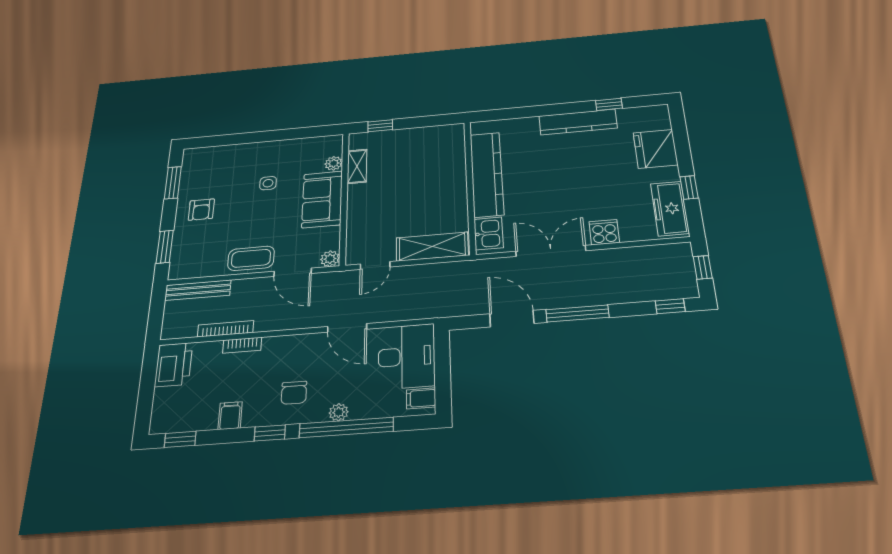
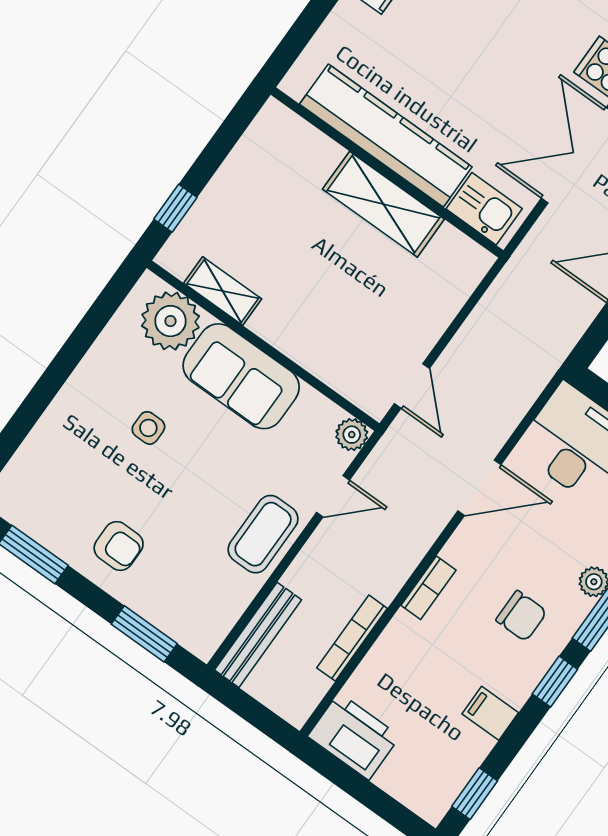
plant: (334, 163) -> (170, 321), width x1.87, depth x1.87
shelving: (432, 247) -> (383, 204), moved, turned 90
door: (293, 272) -> (333, 496), width x0.73
bookcase: (242, 345) -> (428, 588), moved

